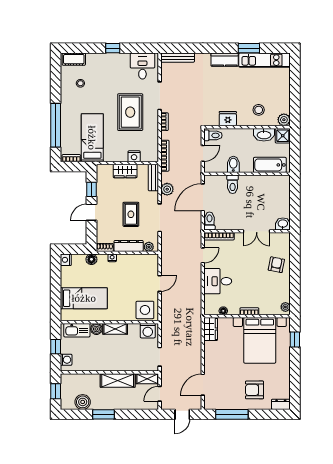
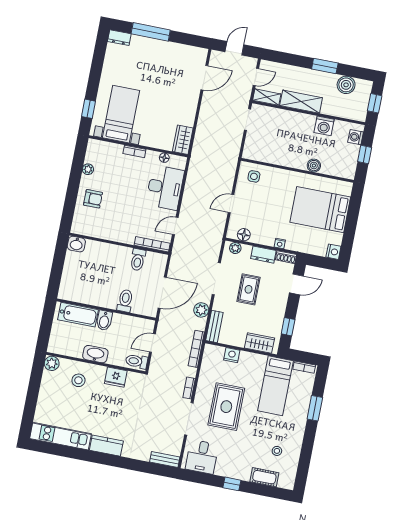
window: (249, 48) -> (76, 453), removed
bench: (178, 58) -> (165, 459), width x0.73
cot: (74, 59) -> (264, 477), moved
window: (56, 125) -> (315, 408), width x0.47
washbasin: (264, 135) -> (95, 354), moved
shower: (283, 136) -> (57, 345), removed
bidet: (233, 164) -> (104, 321), moved
wardrobe: (125, 171) -> (260, 343), moved
door: (91, 212) -> (296, 284), moved
toilet: (209, 221) -> (138, 260), moved
double door: (257, 231) -> (108, 242), removed
dresser: (129, 246) -> (263, 255), width x0.70
floor lamp: (91, 259) -> (244, 235), moved
armchair: (276, 265) -> (93, 199), turned -101
desk: (218, 281) -> (165, 188), width x1.37
bed: (84, 298) -> (320, 210), width x1.50
plant: (285, 307) -> (88, 169), moved
side table: (145, 310) -> (254, 176), width x0.54, depth x0.54
shelving: (115, 329) -> (292, 161), removed
kitchen sink: (77, 330) -> (337, 169), removed
washing machine: (148, 331) -> (324, 126), moved, turned 180
bed with nightstands: (260, 340) -> (121, 114), width x0.73
armchair: (255, 390) -> (146, 60), removed
window: (232, 414) -> (151, 32), moved

